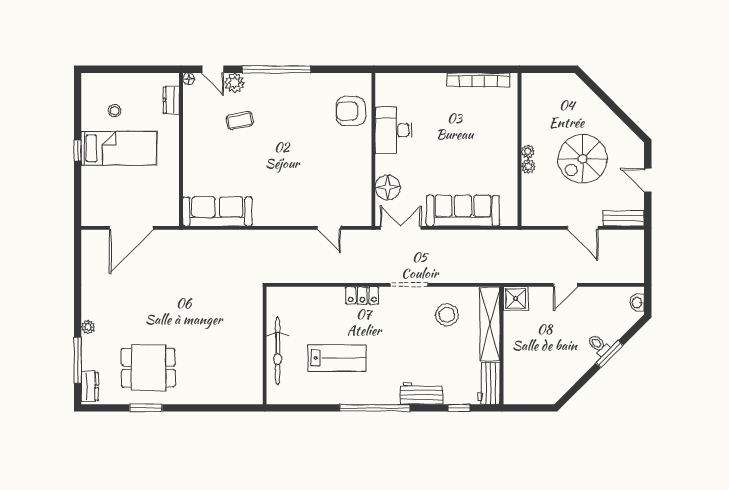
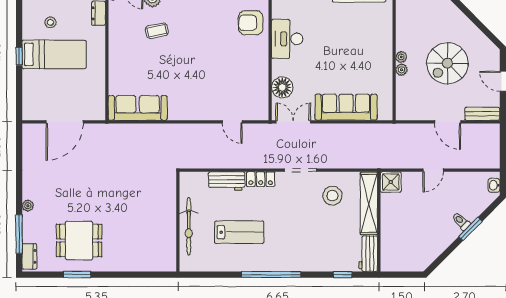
workbench: (421, 393) -> (227, 181), moved, turned 180

